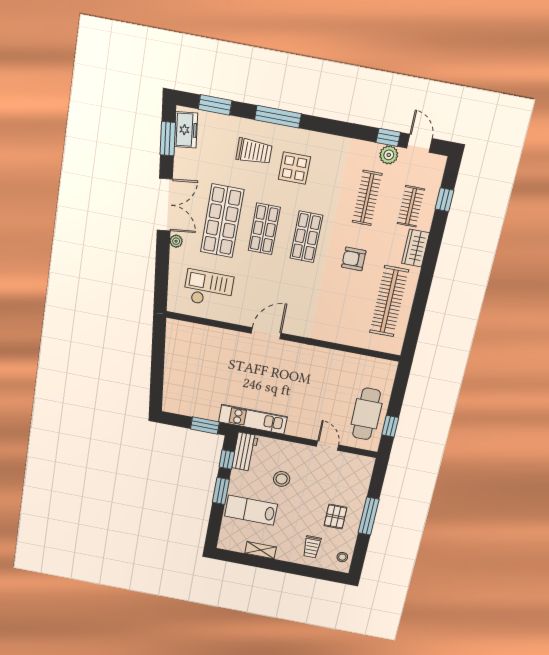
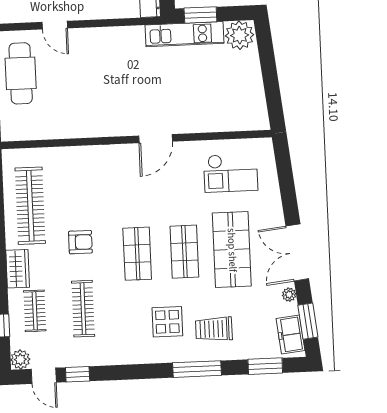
plant: (389, 155) -> (20, 359), moved
plant: (176, 241) -> (289, 295), moved
plant: (176, 402) -> (240, 35), added
kitchen unit: (253, 419) -> (185, 34), moved

